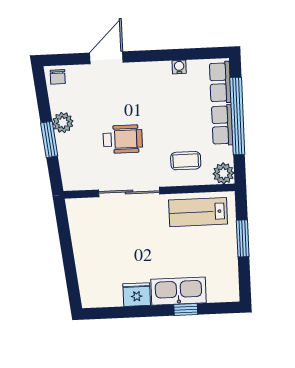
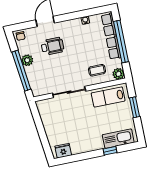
window: (49, 139) -> (21, 71), width x2.11
wheelchair: (123, 139) -> (52, 46), moved
kitchen sink: (178, 291) -> (118, 139), moved
fridge: (137, 295) -> (63, 151), moved

